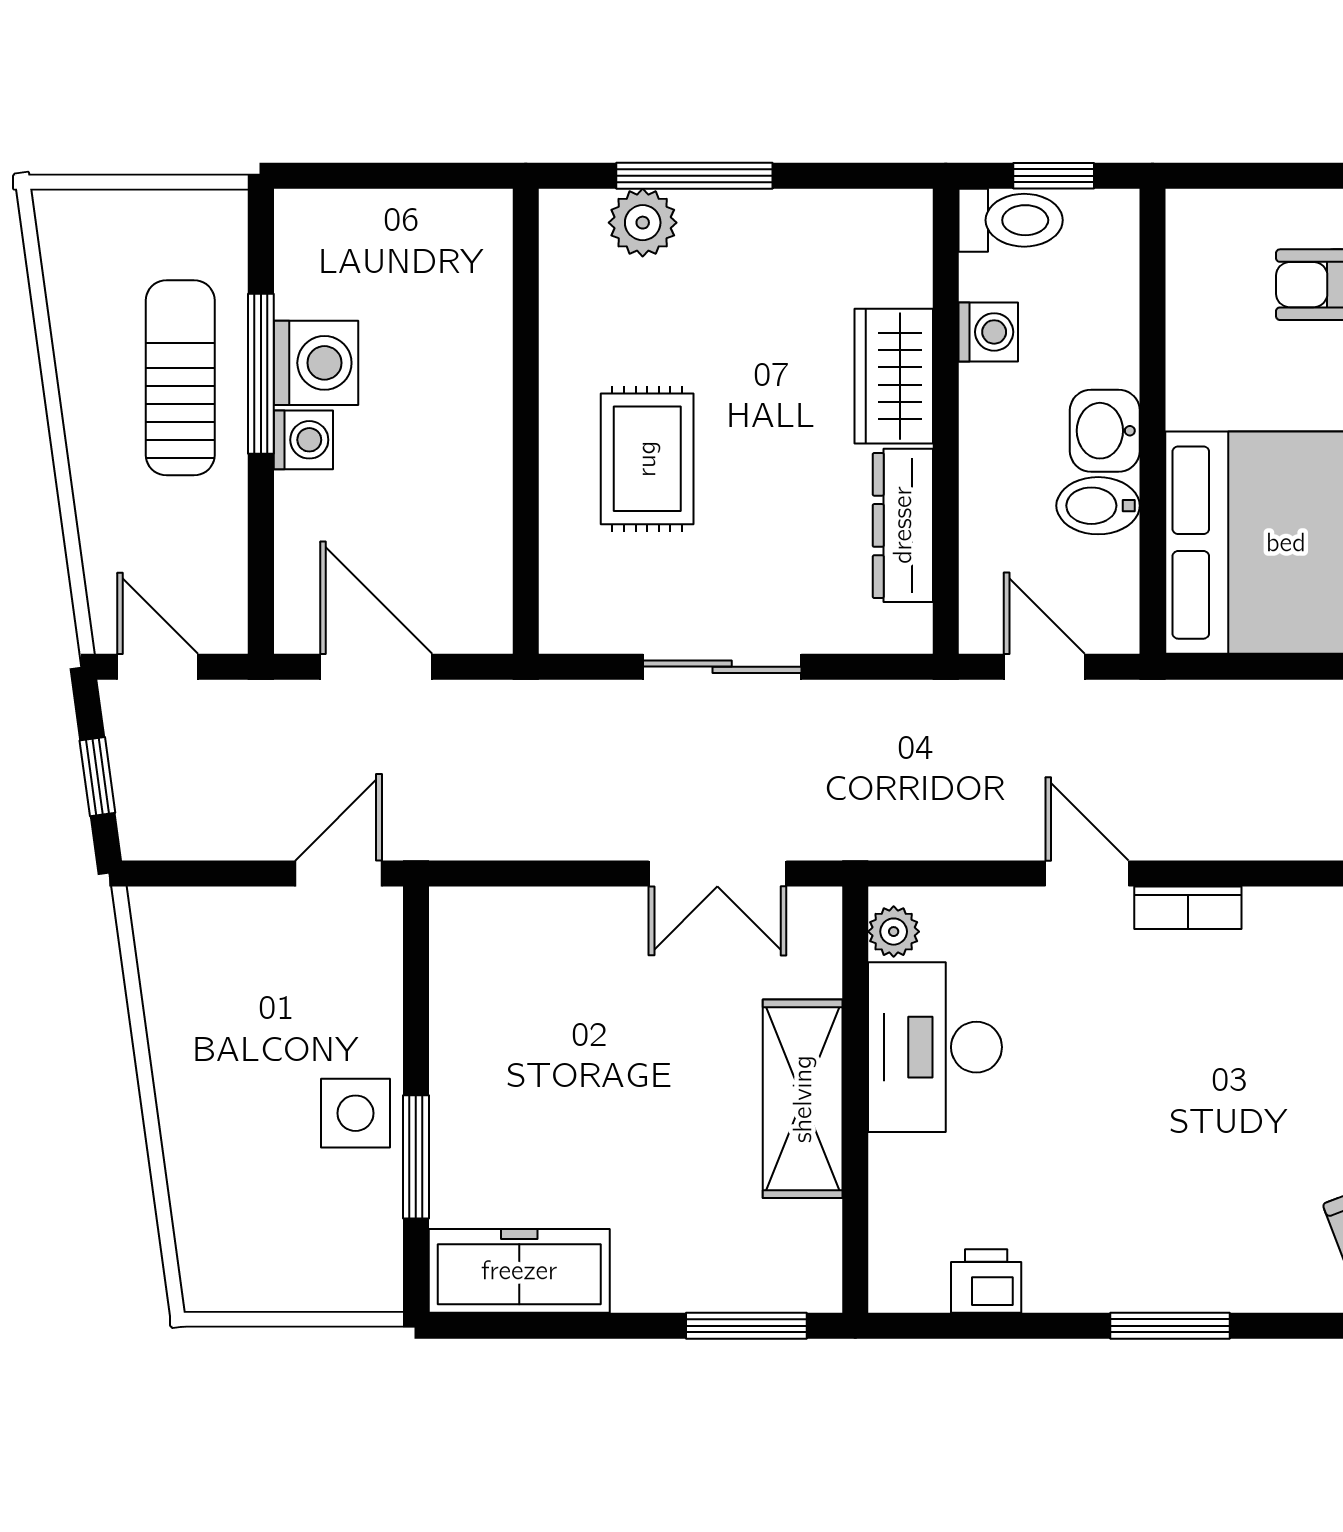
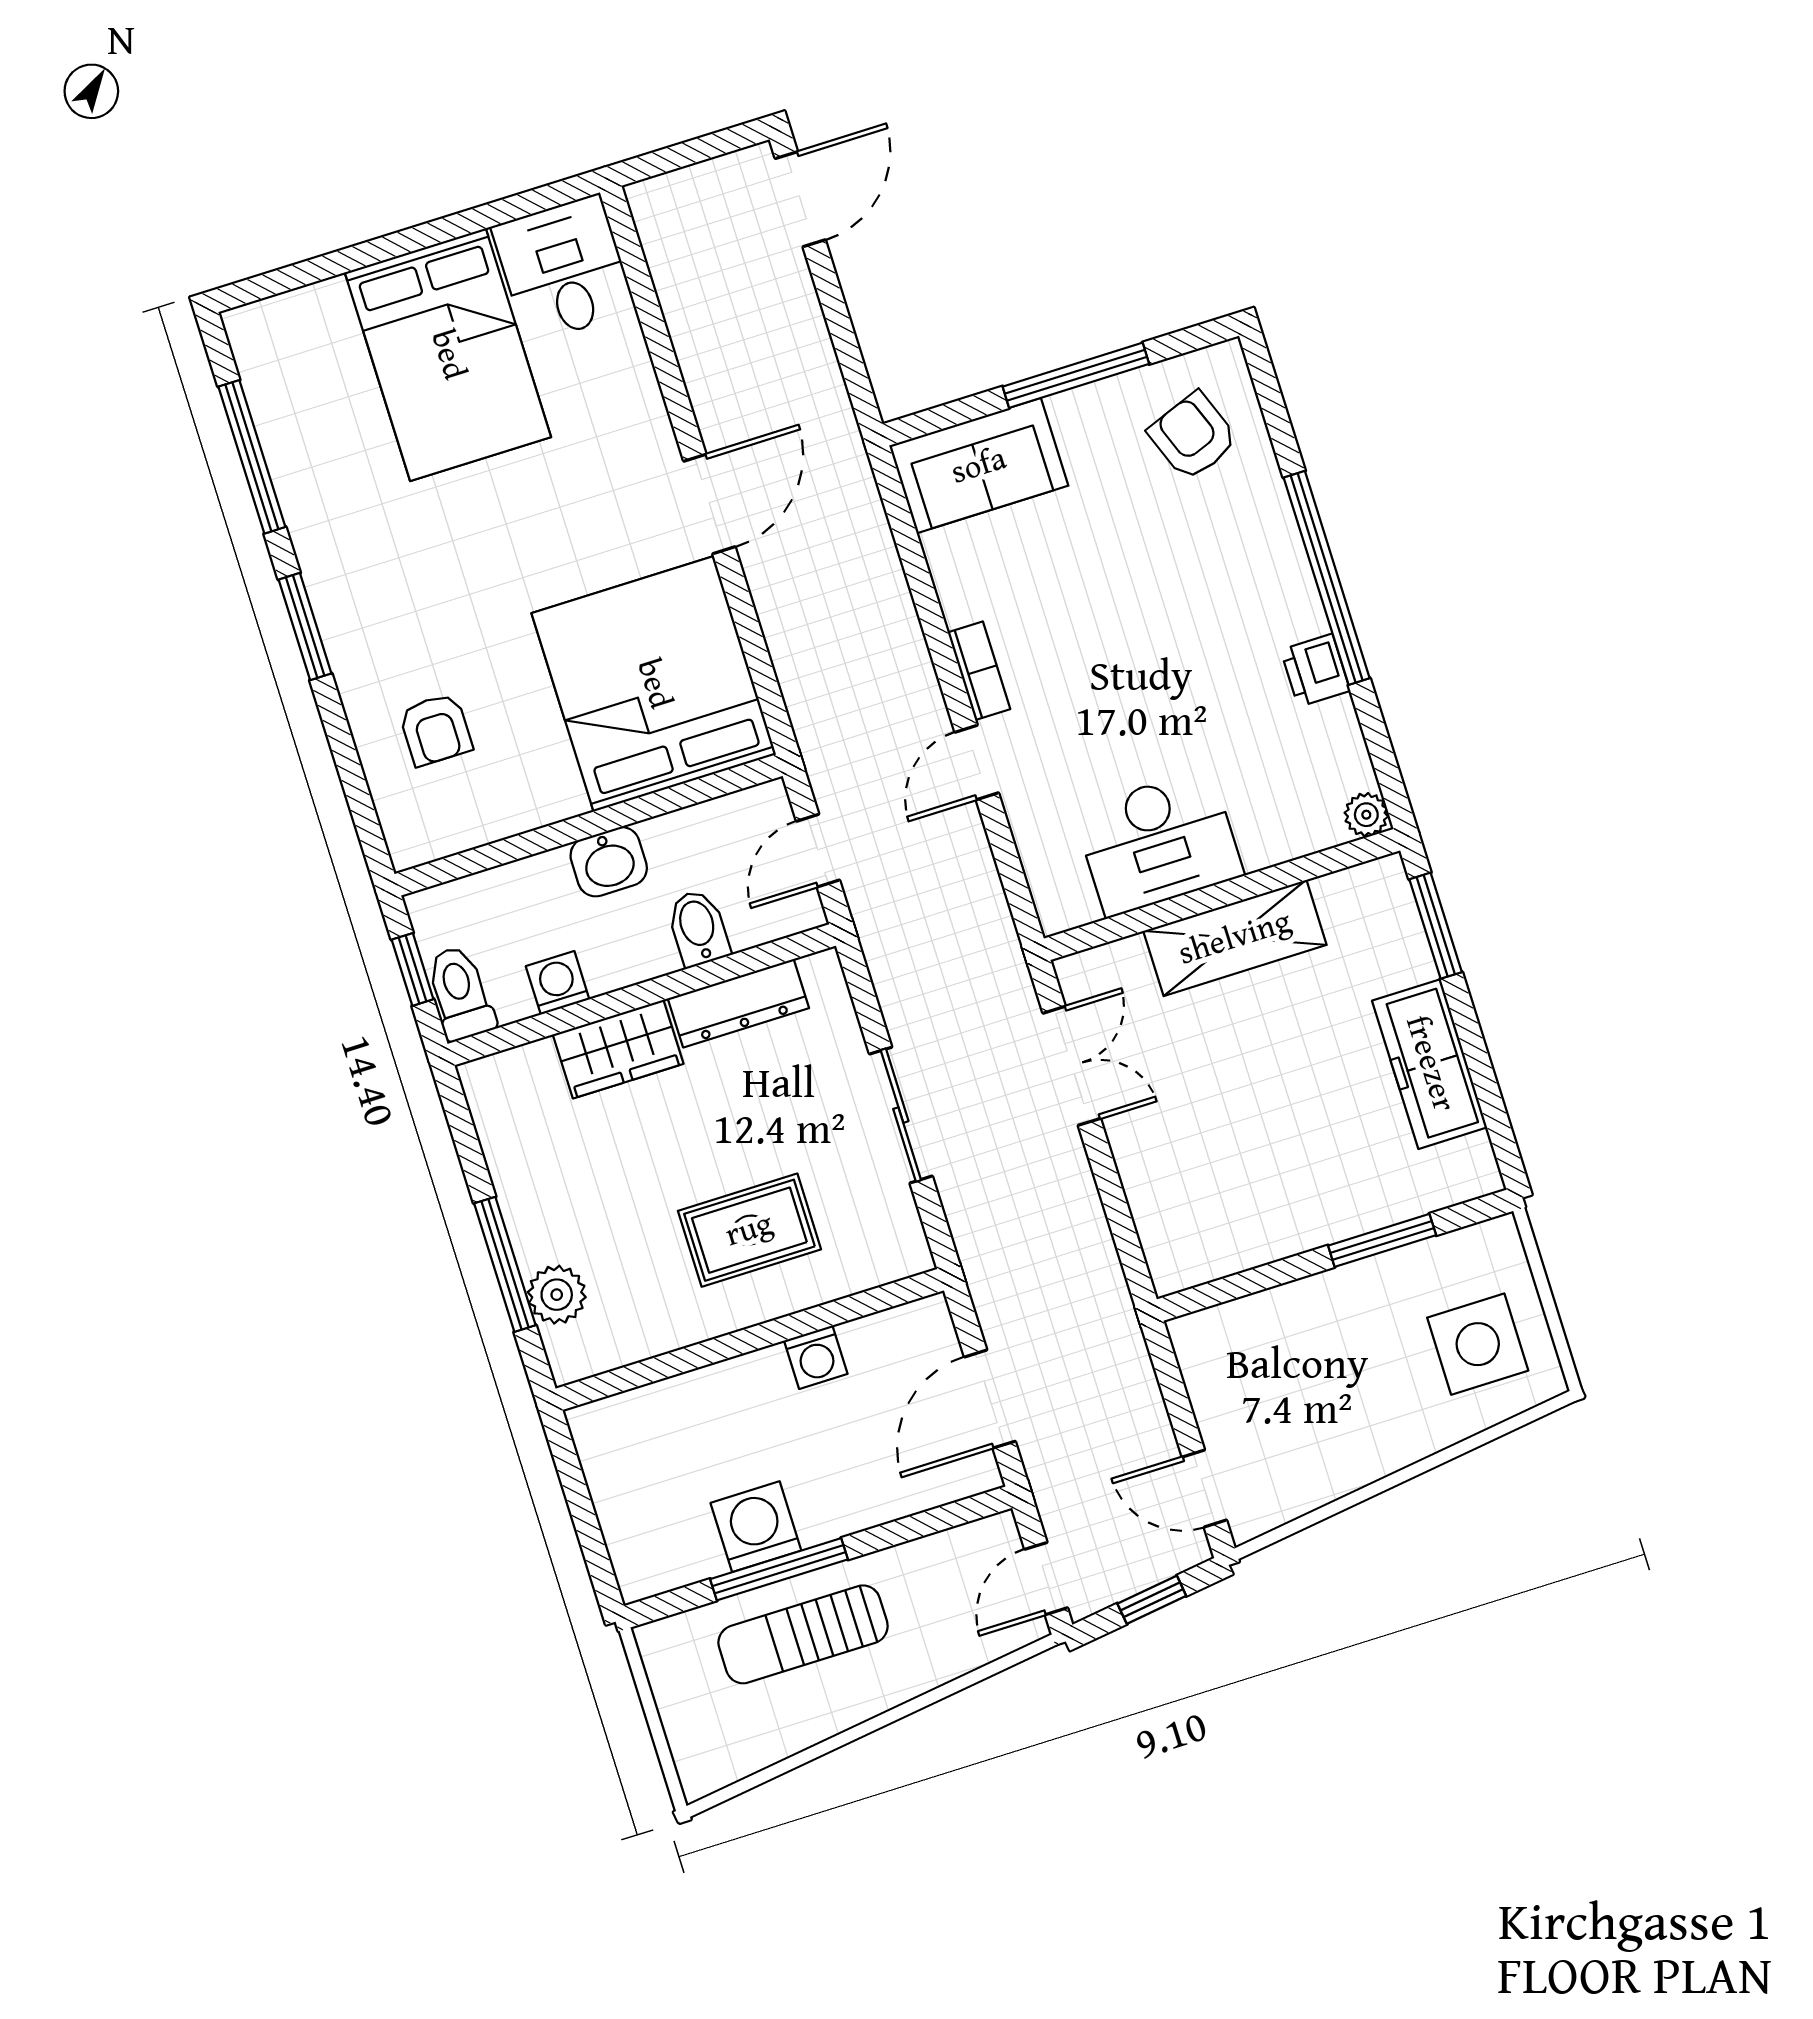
washing machine: (303, 440) -> (816, 1357), moved, turned 180
bidet: (1098, 506) -> (698, 928), moved, turned 180
door: (339, 873) -> (1204, 1489), moved
plant: (894, 932) -> (1366, 815), moved
side table: (355, 1113) -> (1478, 1344), moved, width x1.37, depth x1.37
freezer: (519, 1271) -> (1430, 1064), moved
printer: (986, 1281) -> (1315, 670), moved
window: (1170, 1326) -> (1327, 578), width x2.11

